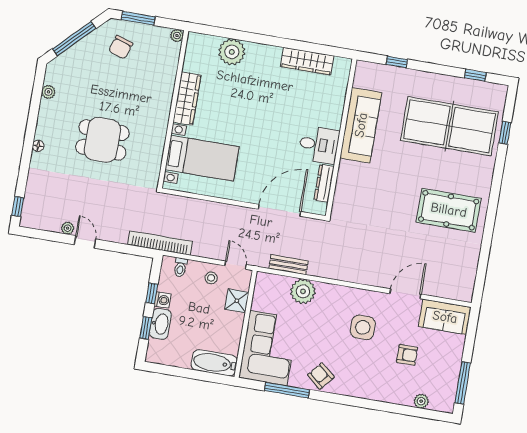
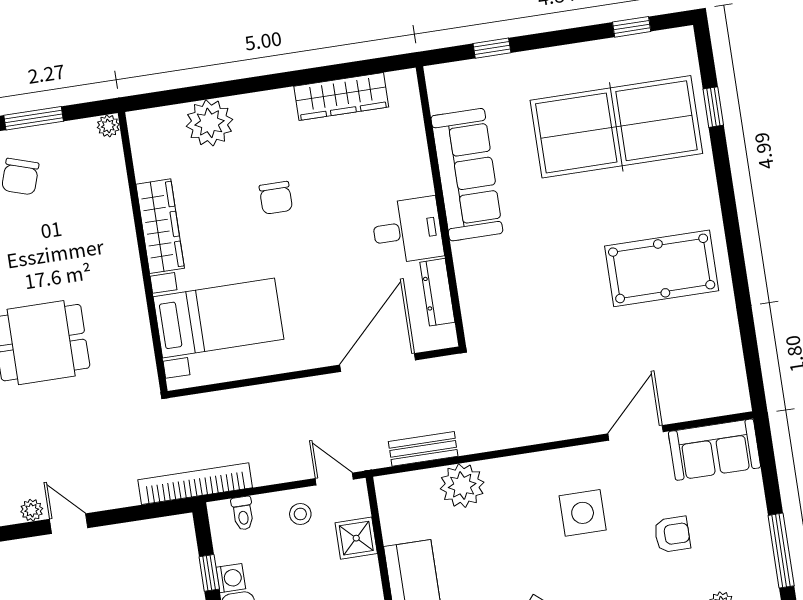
chair: (254, 104) -> (276, 198), added

